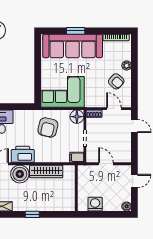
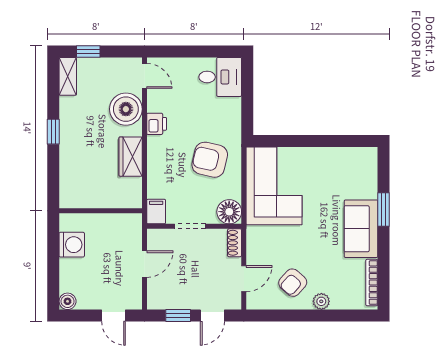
sofa: (73, 46) -> (361, 229), width x0.54, depth x0.79
window: (134, 145) -> (178, 315), added
printer: (23, 154) -> (157, 124), width x0.53, depth x0.68
wardrobe: (46, 171) -> (131, 157), width x0.67

